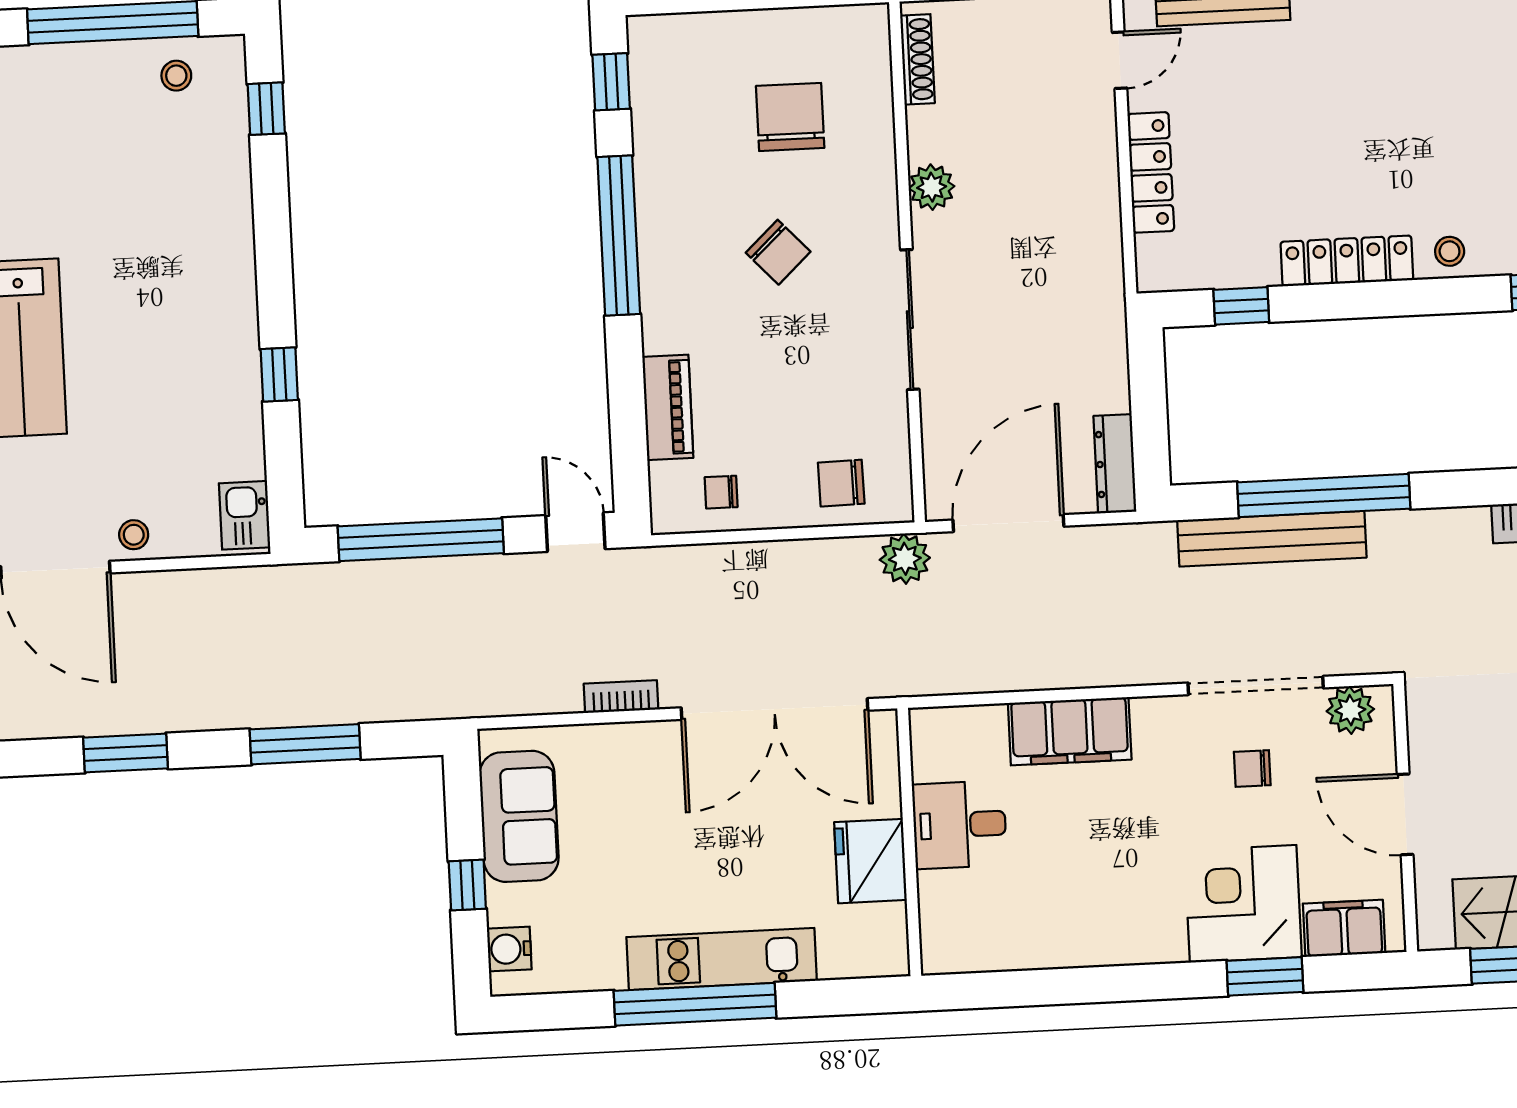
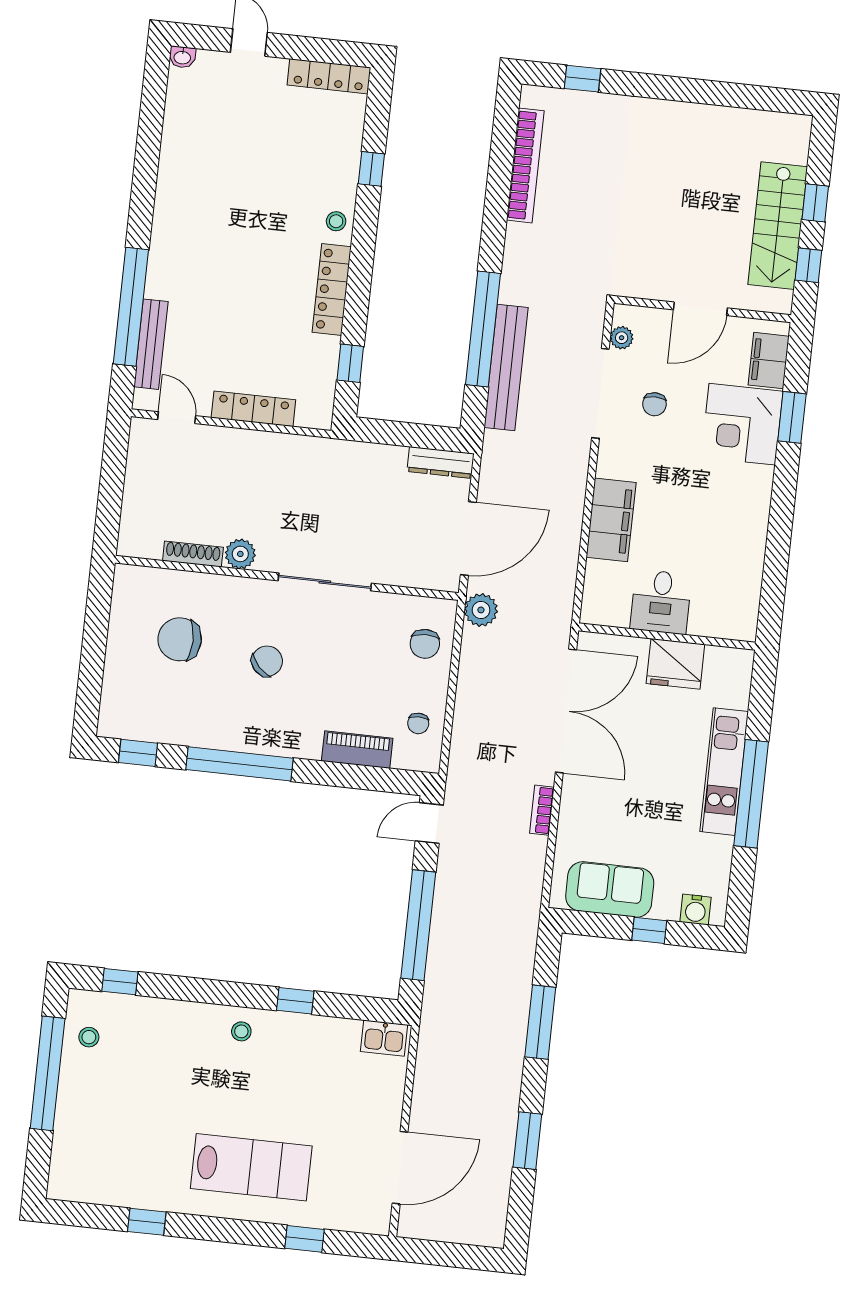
shoe rack: (917, 59) -> (193, 554), moved
door: (1008, 523) -> (468, 538), swing flipped
stool: (134, 535) -> (241, 1031), moved
plant: (1350, 710) -> (622, 338), width x0.73, depth x0.73

